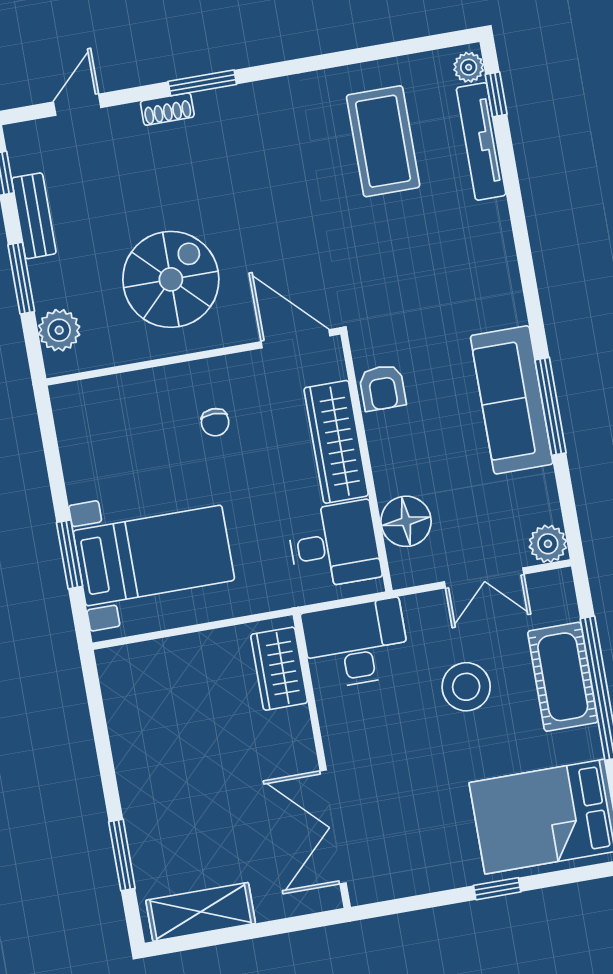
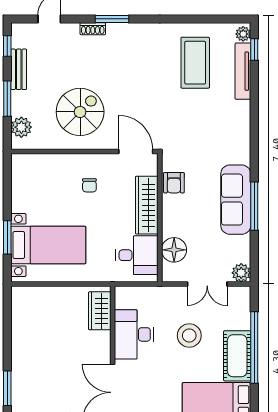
desk: (356, 644) -> (134, 334), moved, turned -90
cot: (563, 677) -> (237, 356), moved

